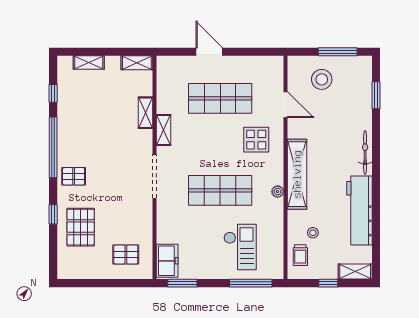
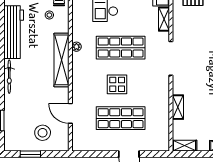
window: (338, 52) -> (30, 154), width x0.69
shelving: (164, 130) -> (164, 19), moved
display table: (256, 140) -> (117, 84), moved

